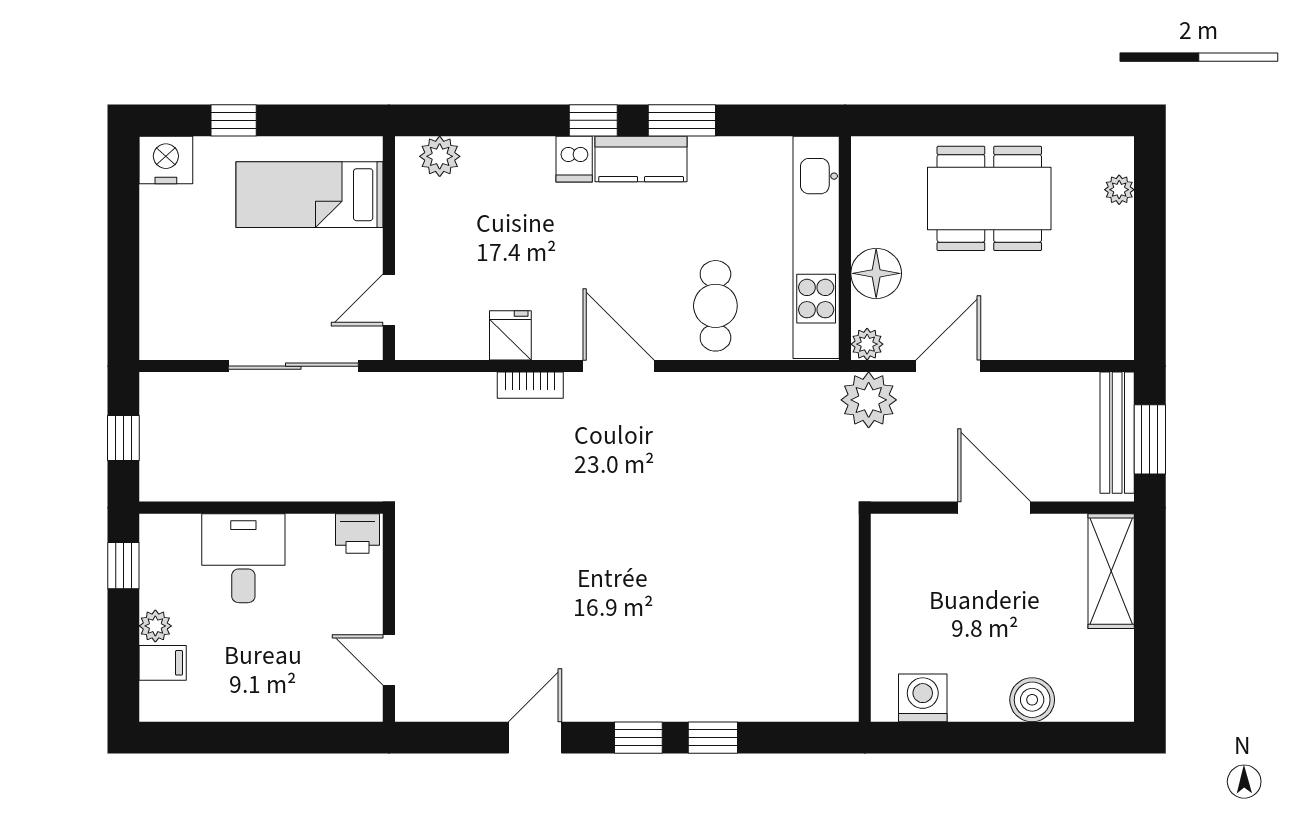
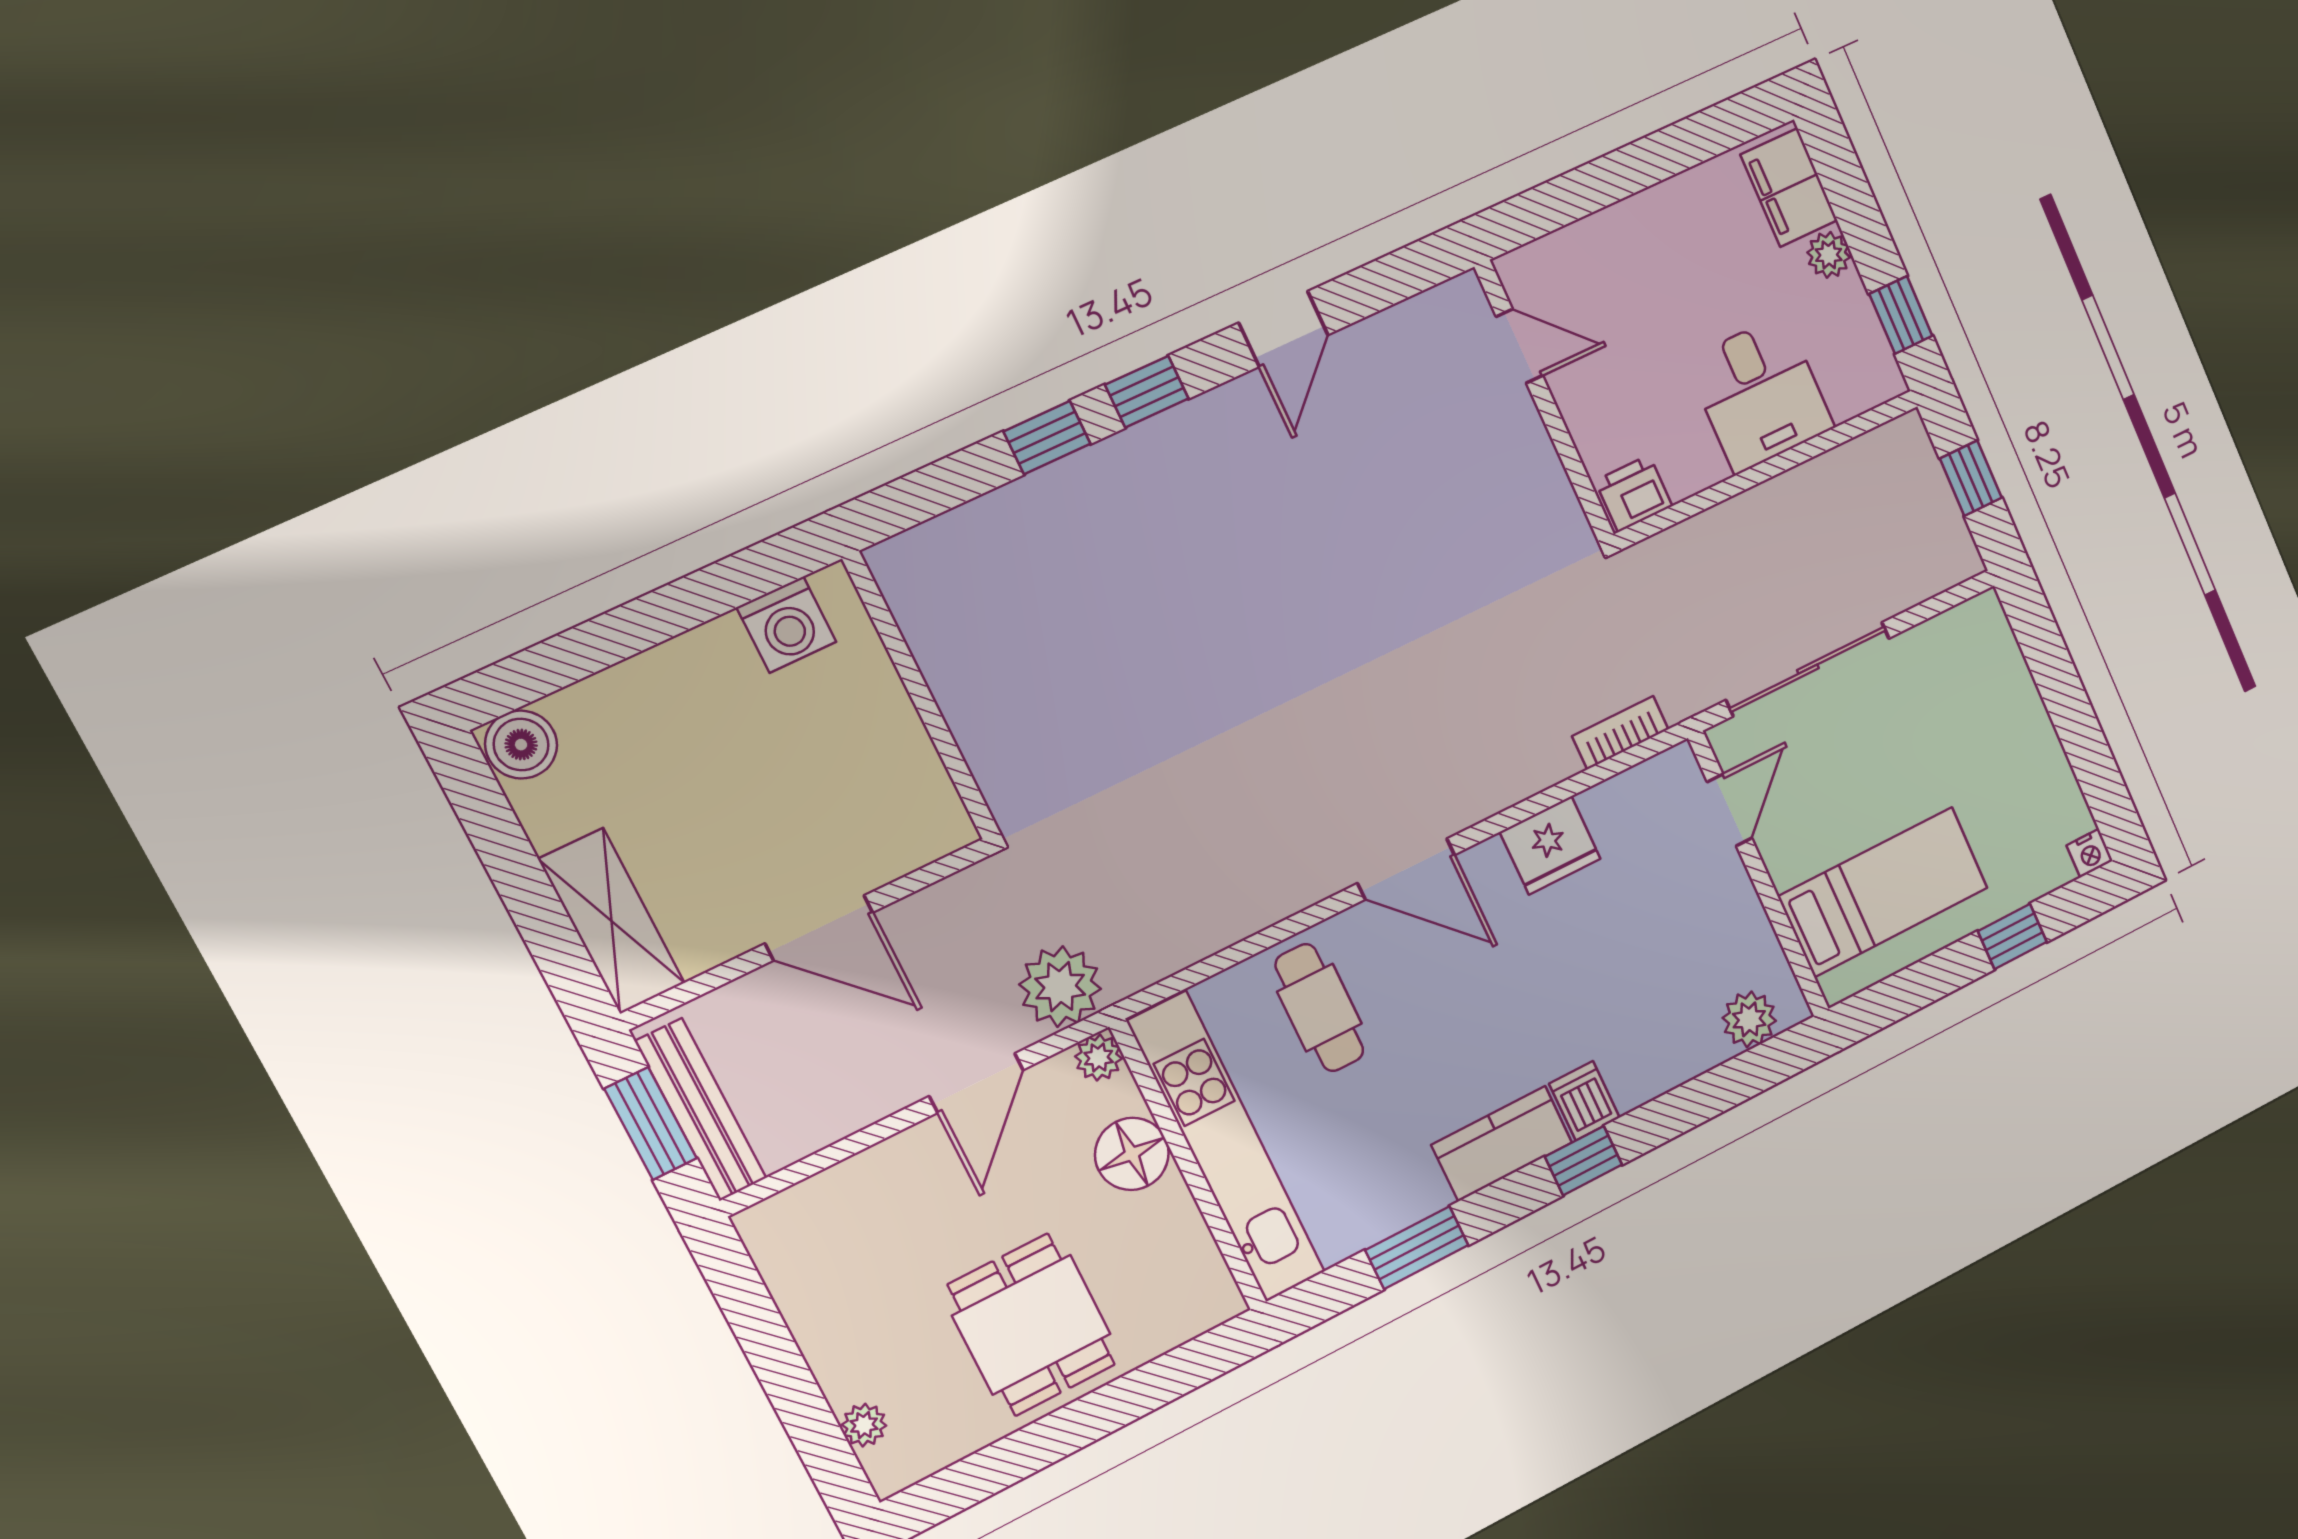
window: (682, 120) -> (1417, 1248), moved
nightstand: (166, 160) -> (2090, 853), width x0.53, depth x0.56
dining table: (989, 198) -> (1032, 1325), width x0.73
fridge: (510, 335) -> (1550, 845), width x1.38
bookcase: (530, 385) -> (1620, 733), moved
filing cabinet: (163, 663) -> (1789, 188), width x2.00
boiler: (1032, 700) -> (521, 745), moved

